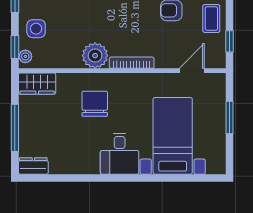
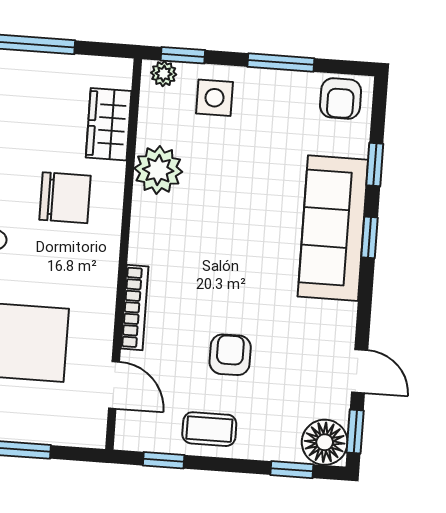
plant: (95, 56) -> (158, 170), moved
bookcase: (132, 63) -> (135, 308), moved
wardrobe: (37, 84) -> (109, 124), moved

